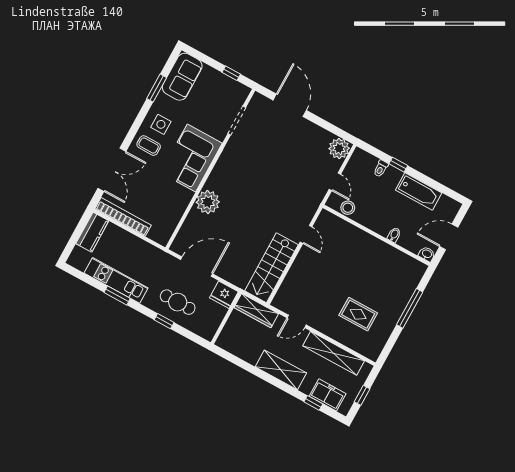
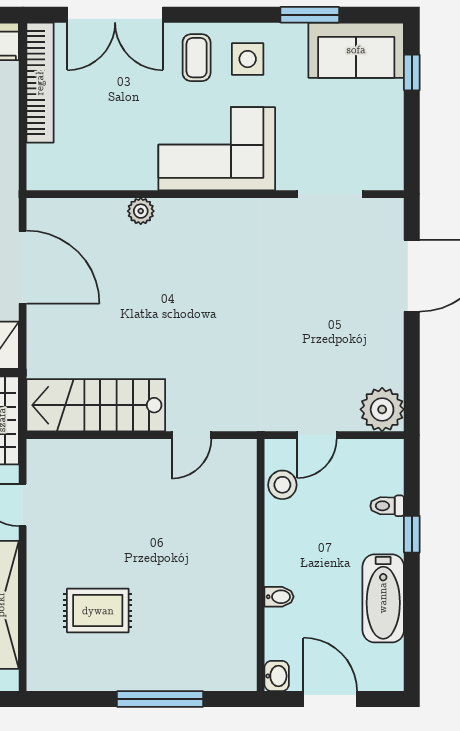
window: (231, 73) -> (412, 72), moved
plant: (208, 202) -> (141, 211), width x0.53, depth x0.53
rug: (358, 314) -> (98, 611), turned 90

